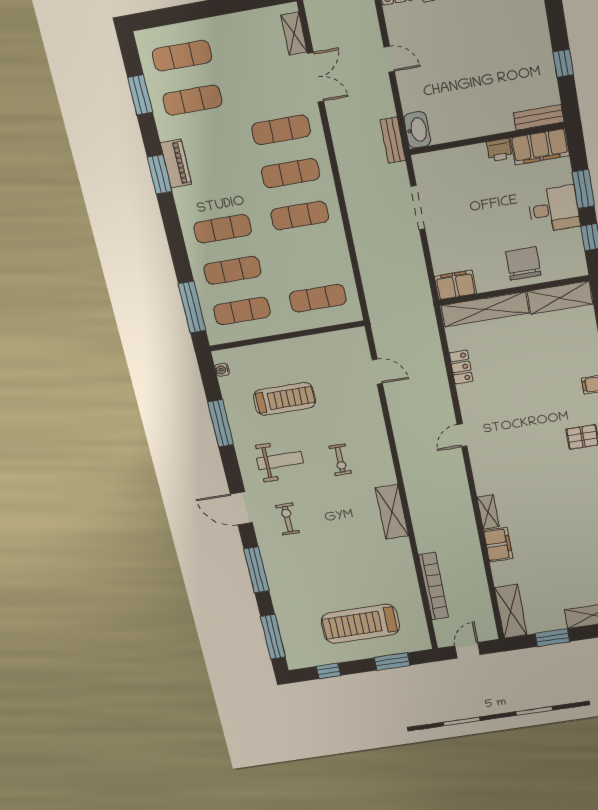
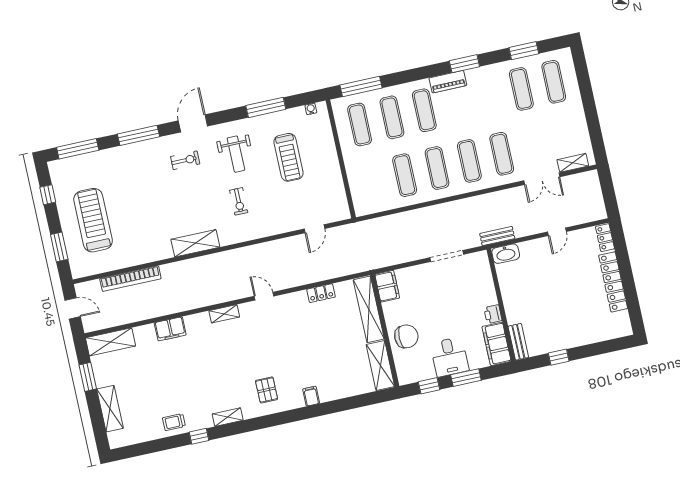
piano: (176, 164) -> (448, 82), moved
exercise mat: (318, 298) -> (405, 175), moved
exercise bike: (340, 460) -> (239, 201), turned -90
shelving: (488, 512) -> (224, 314), moved

